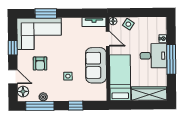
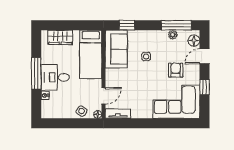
window: (46, 13) -> (169, 123), removed
door: (108, 39) -> (103, 96), swing flipped
sofa: (96, 65) -> (116, 49), moved
door: (13, 77) -> (205, 56), hinge flipped
wardrobe: (149, 94) -> (60, 37), width x0.67
window: (76, 106) -> (127, 25), moved

